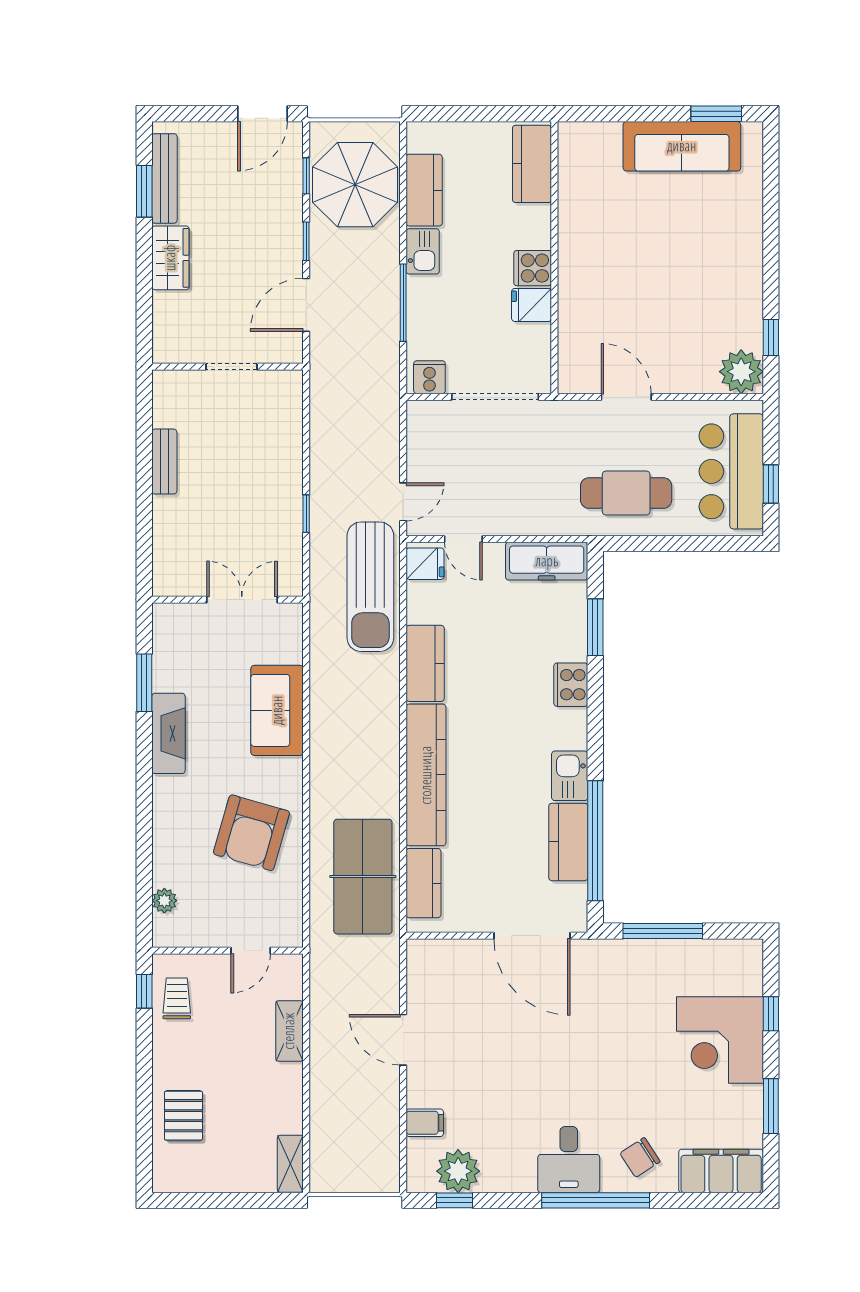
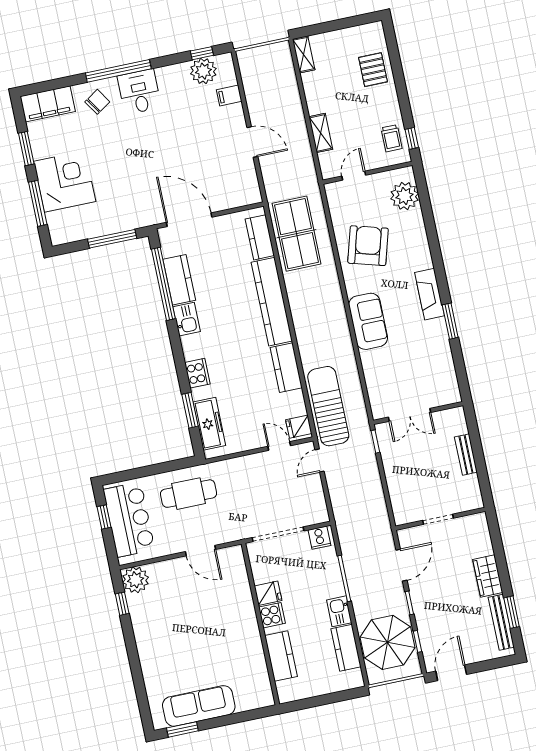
kitchen counter: (532, 164) -> (281, 656), moved
freezer: (547, 561) -> (209, 424), moved, turned 90
wall: (228, 600) -> (418, 413), moved
double door: (242, 600) -> (410, 415), moved
plant: (164, 901) -> (405, 196), width x1.87, depth x1.87
window: (771, 1014) -> (38, 203), width x2.17

